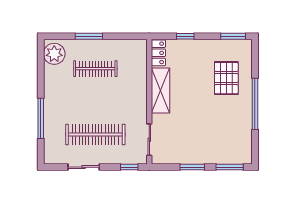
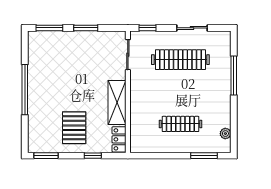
window: (89, 36) -> (204, 156), moved
plant: (54, 54) -> (225, 134), width x0.53, depth x0.53
pallet: (226, 78) -> (74, 128), moved

